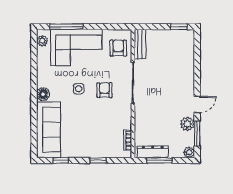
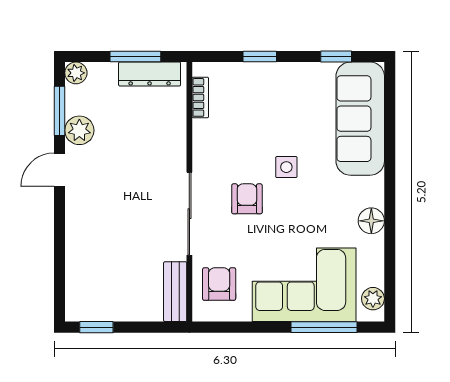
armchair: (118, 48) -> (219, 284), turned 180
side table: (79, 89) -> (286, 167), moved
armchair: (105, 90) -> (247, 199), turned 180
floor lamp: (43, 94) -> (371, 221), moved

